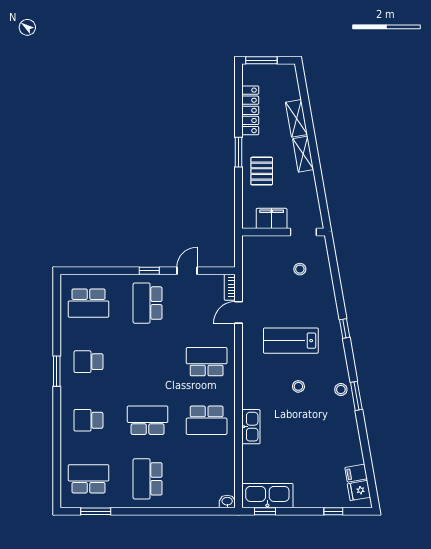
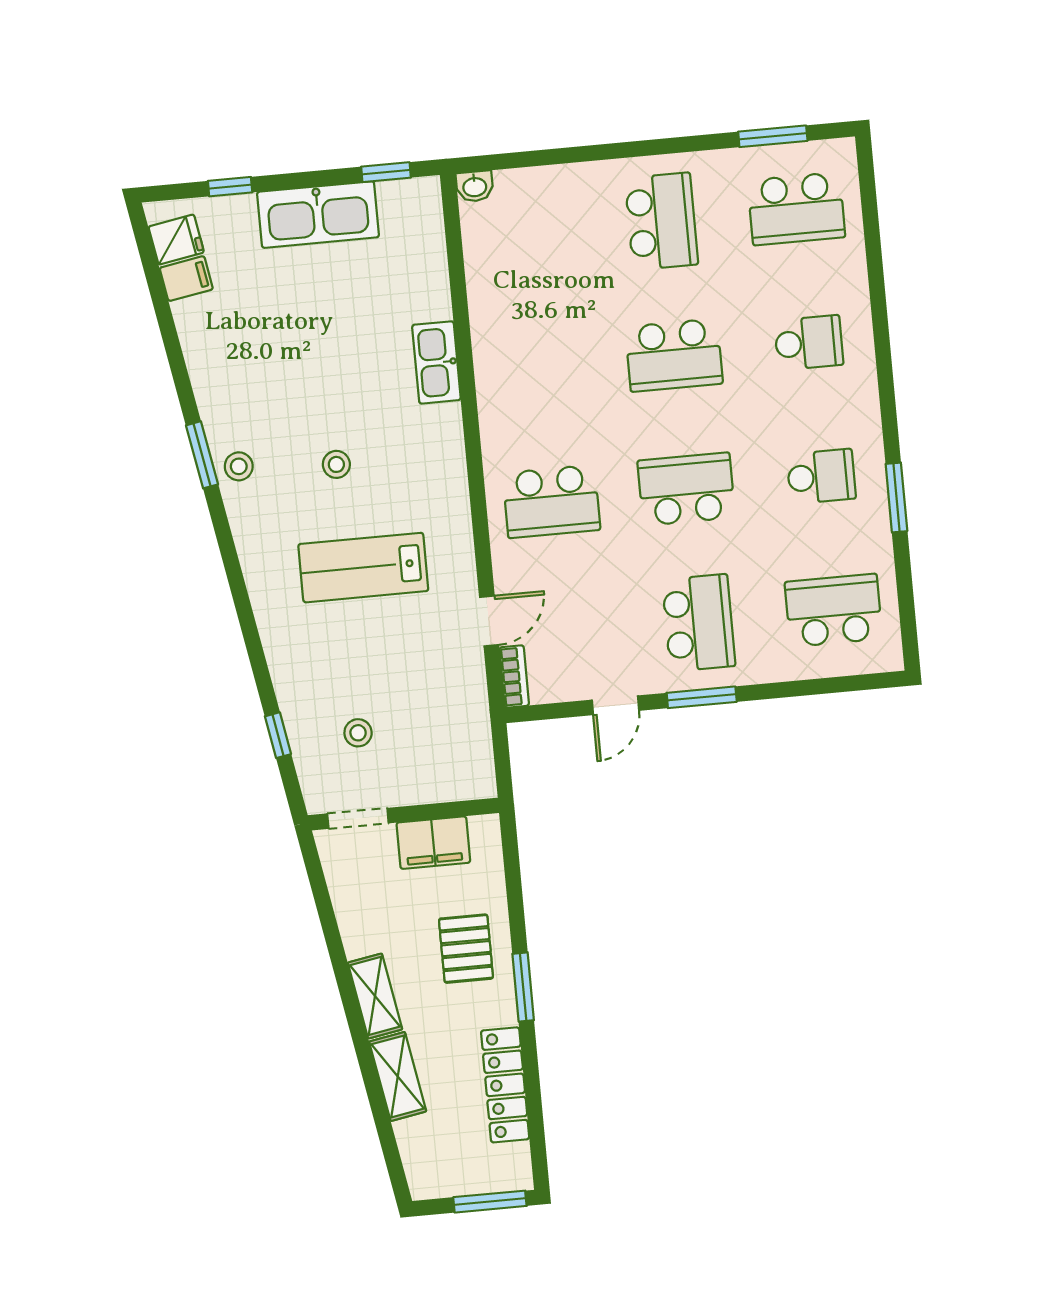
window: (149, 271) -> (702, 697), width x1.50
window: (345, 328) -> (278, 735), moved
lab bench: (291, 341) -> (363, 568), turned 180
window: (57, 371) -> (896, 497), moved
school desk: (207, 420) -> (686, 489), moved
kitchen sink: (267, 496) -> (318, 215), moved

